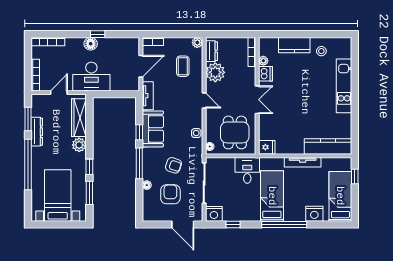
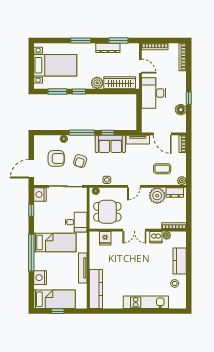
floor lamp: (91, 44) -> (181, 110), moved
fridge: (267, 147) -> (105, 238), moved
window: (28, 164) -> (81, 41), width x0.47
window: (355, 176) -> (58, 311), moved

